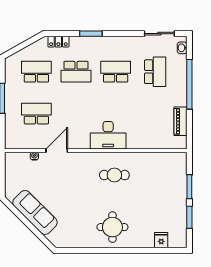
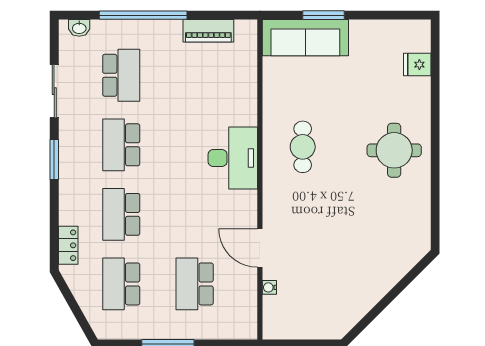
window: (91, 34) -> (54, 160), moved
sliding door: (159, 34) -> (54, 91), moved
school desk: (76, 72) -> (121, 214), turned 180
school desk: (155, 72) -> (121, 75), turned 90
sofa: (35, 212) -> (305, 38), moved, turned -135
window: (189, 217) -> (377, 15), removed

